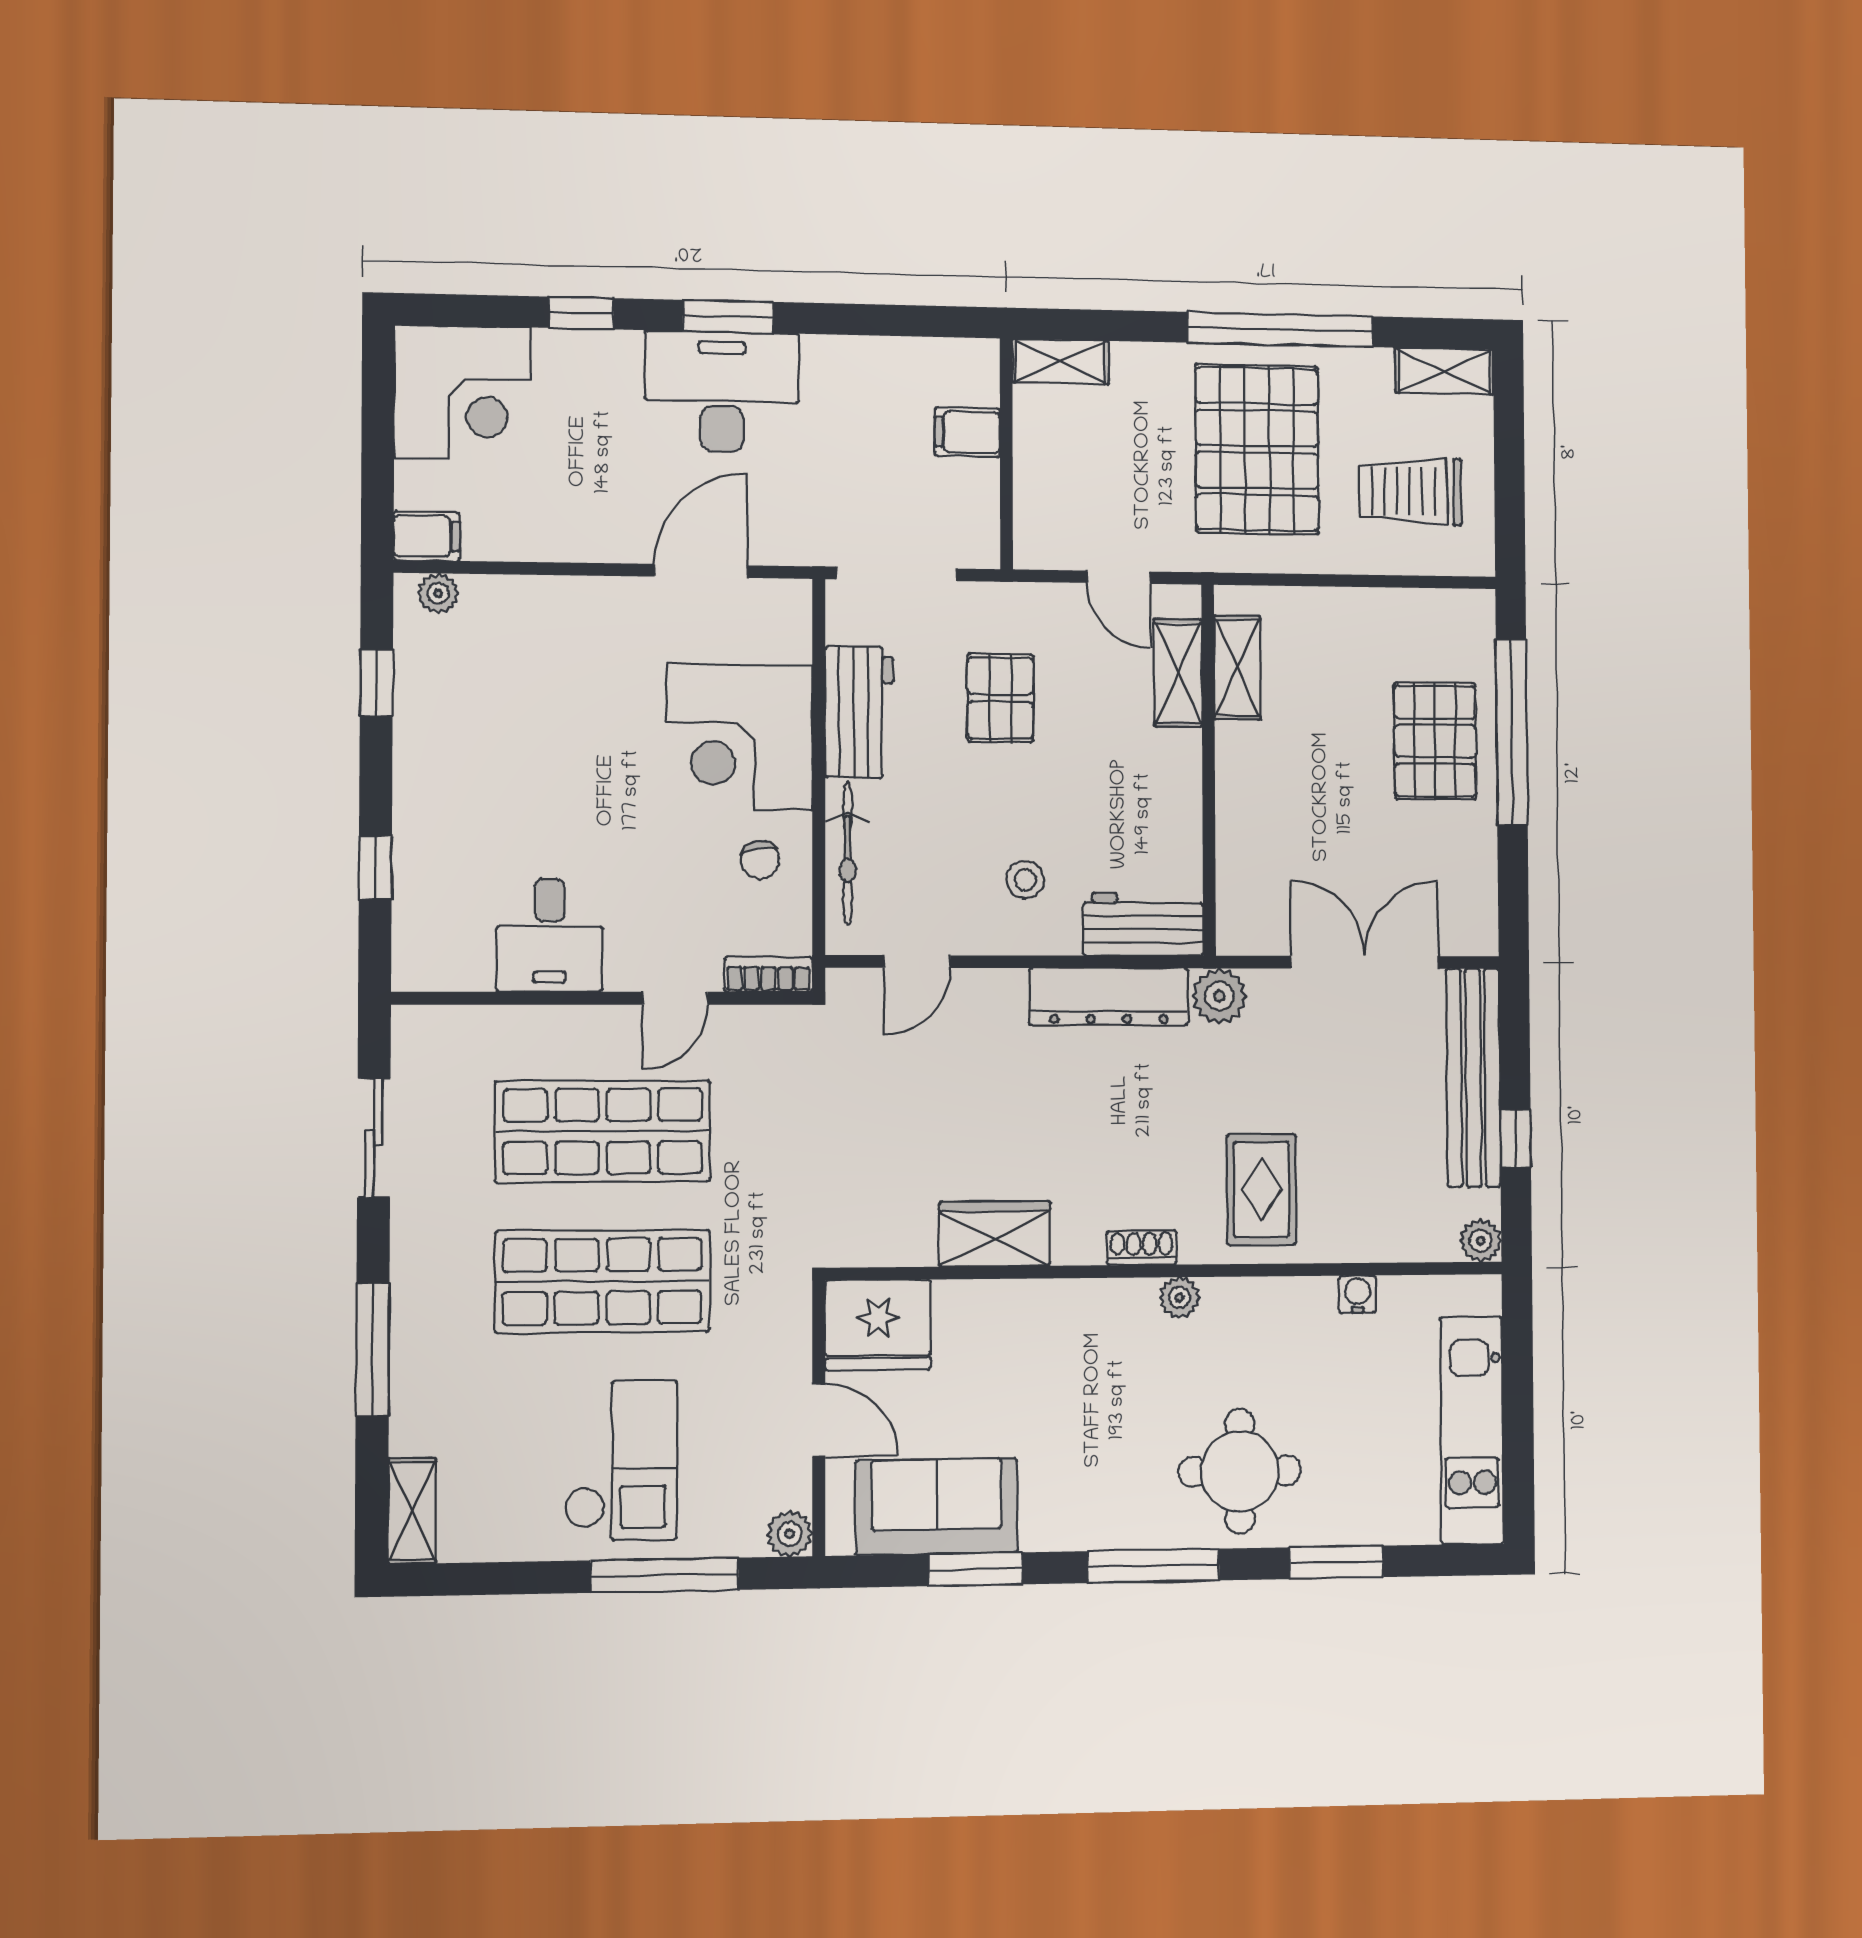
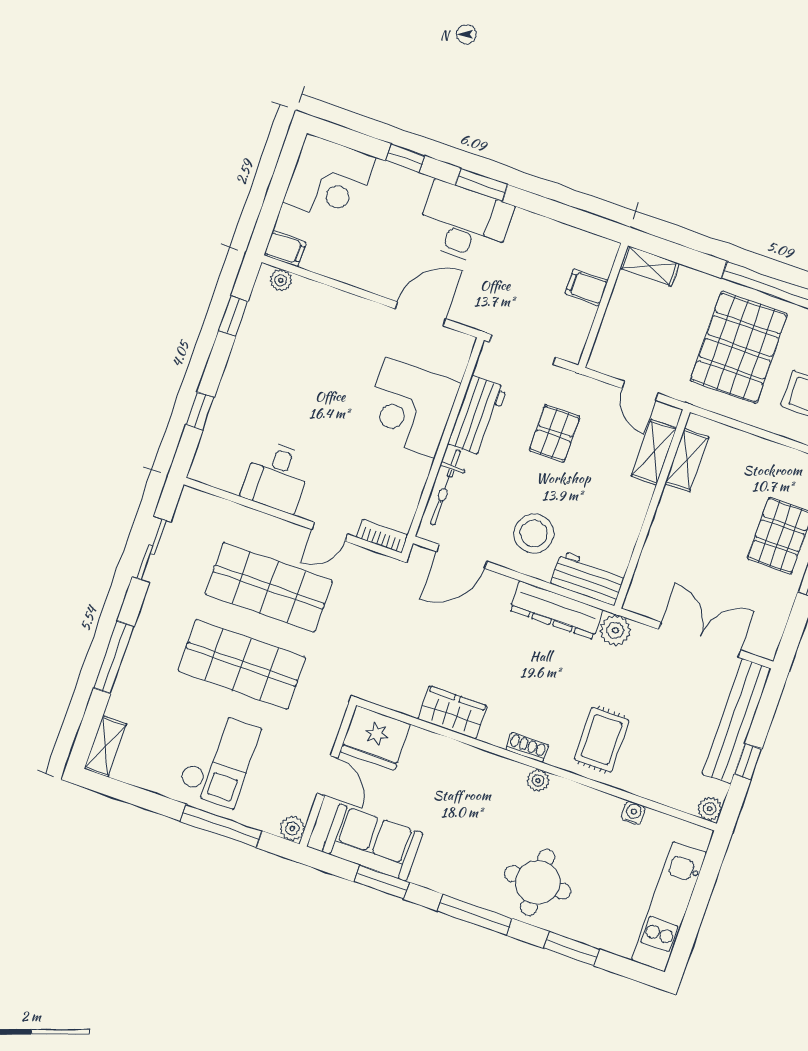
chair: (760, 860) -> (399, 475), removed
stool: (1025, 880) -> (534, 533), width x1.89, depth x1.89
door: (917, 962) -> (462, 556), width x1.38

